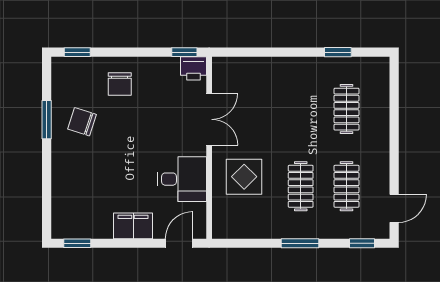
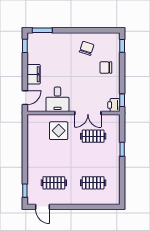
window: (338, 52) -> (122, 149), moved
window: (47, 120) -> (42, 30), moved
clothes rail: (301, 186) -> (93, 136), moved
door: (179, 243) -> (25, 98), hinge flipped
window: (300, 243) -> (25, 159), removed

